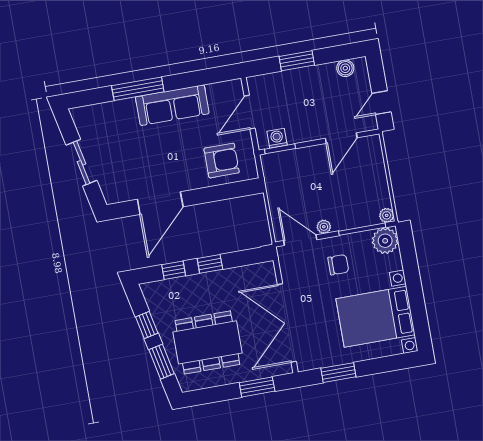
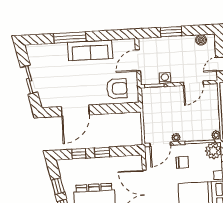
washing machine: (277, 138) -> (165, 78), moved
door: (300, 240) -> (160, 144), swing flipped

